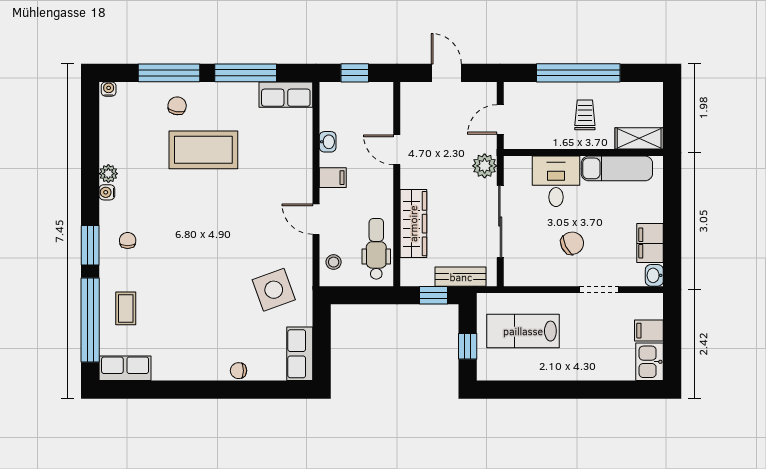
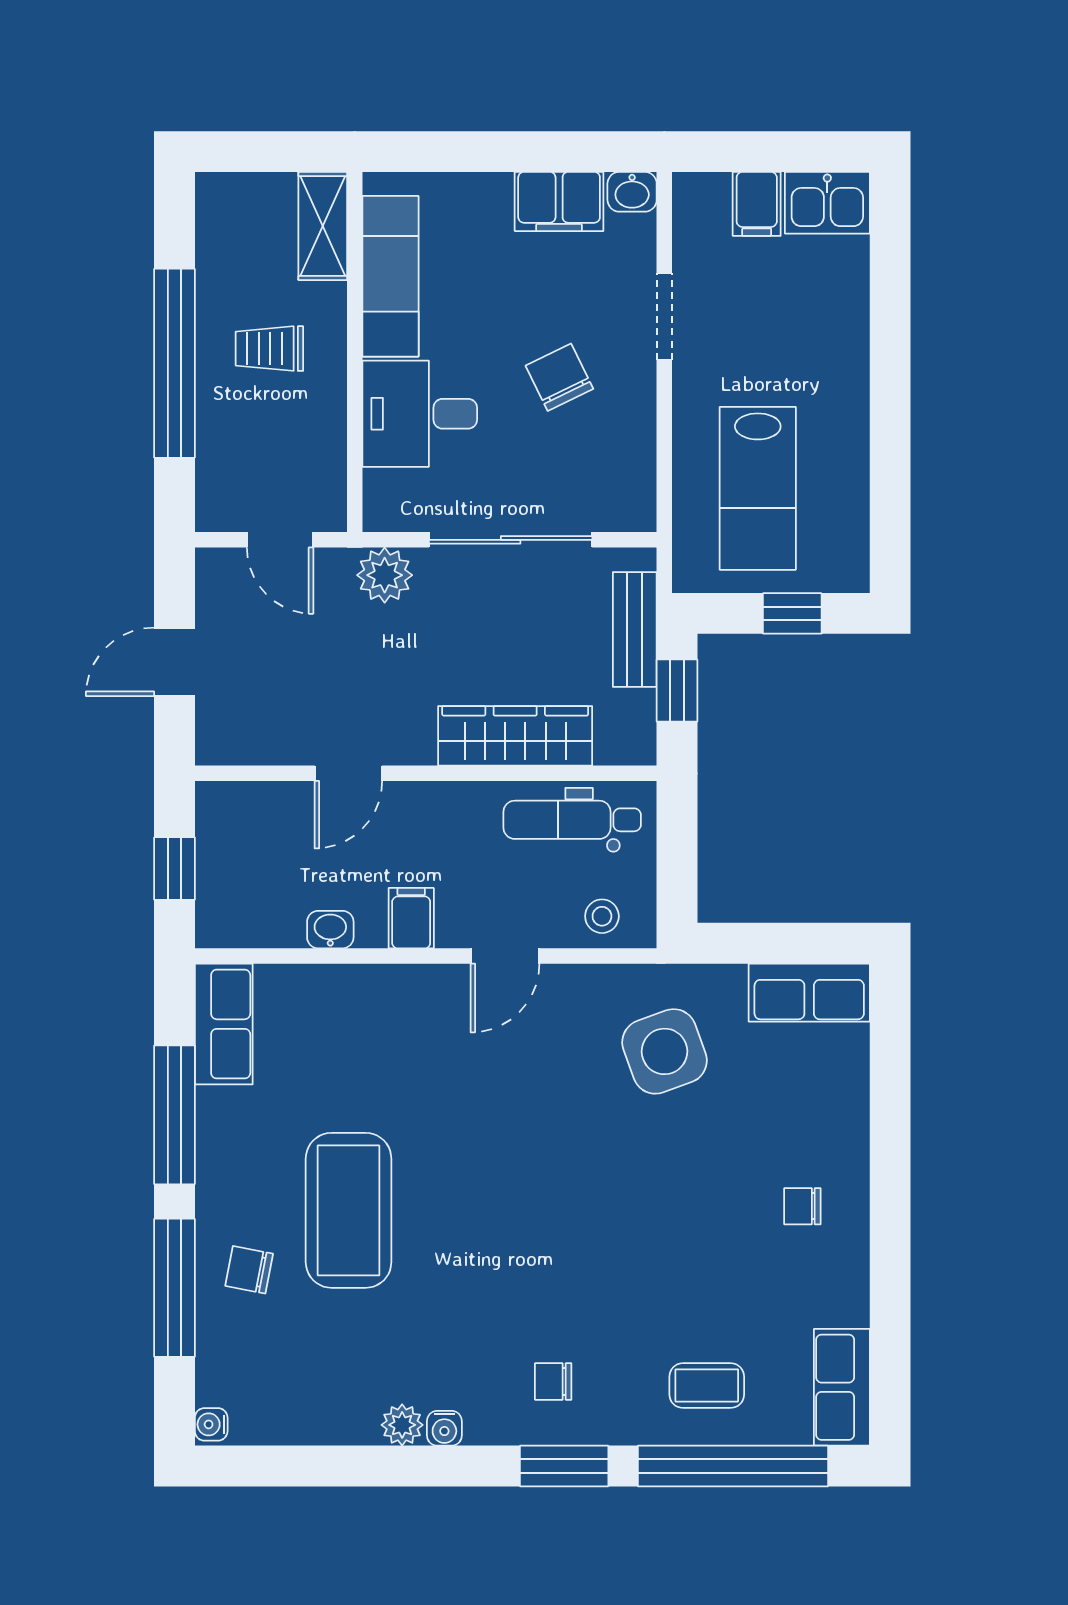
chair: (238, 371) -> (802, 1206), moved, turned 90

